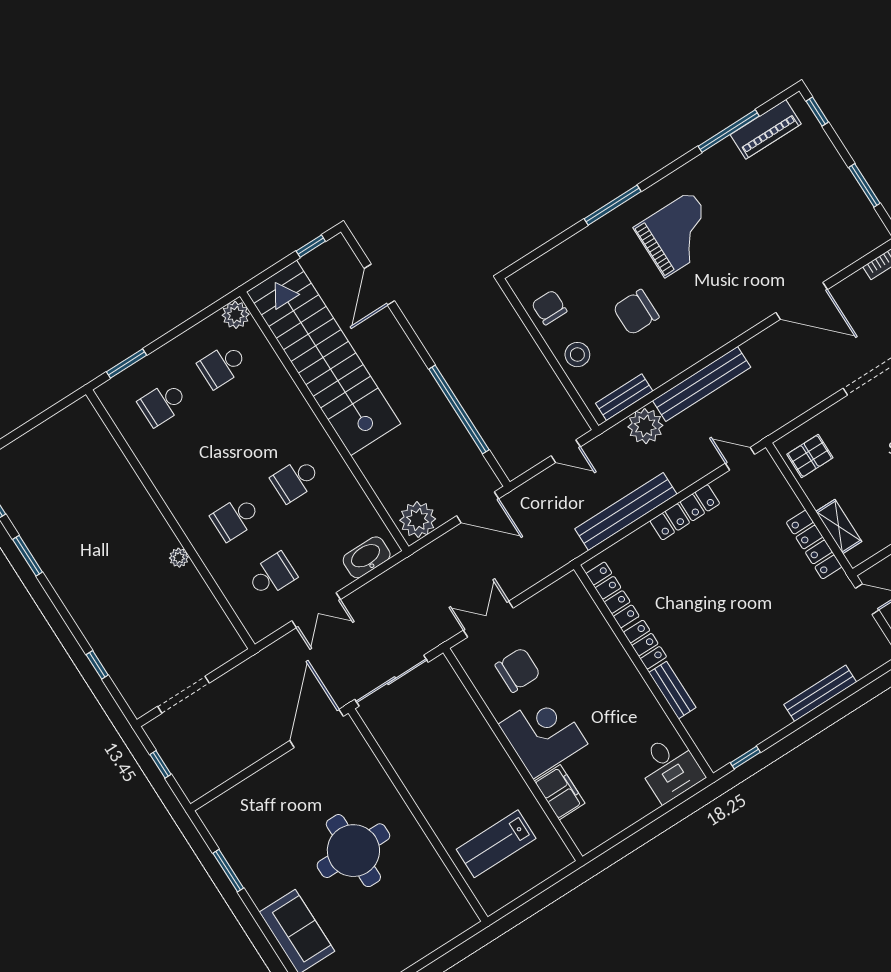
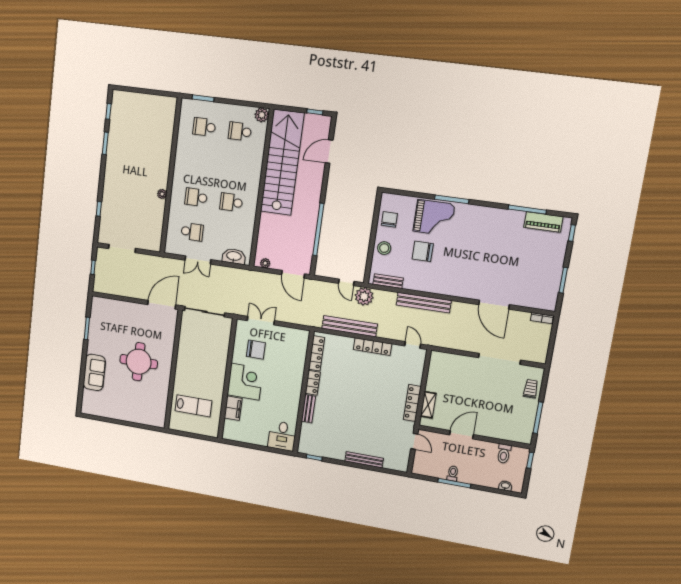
grand piano: (678, 234) -> (434, 218), moved
plant: (645, 426) -> (364, 296), moved
pallet: (810, 456) -> (442, 368), removed
plant: (418, 520) -> (265, 263), width x0.53, depth x0.53
lab bench: (496, 844) -> (193, 406), turned 180

